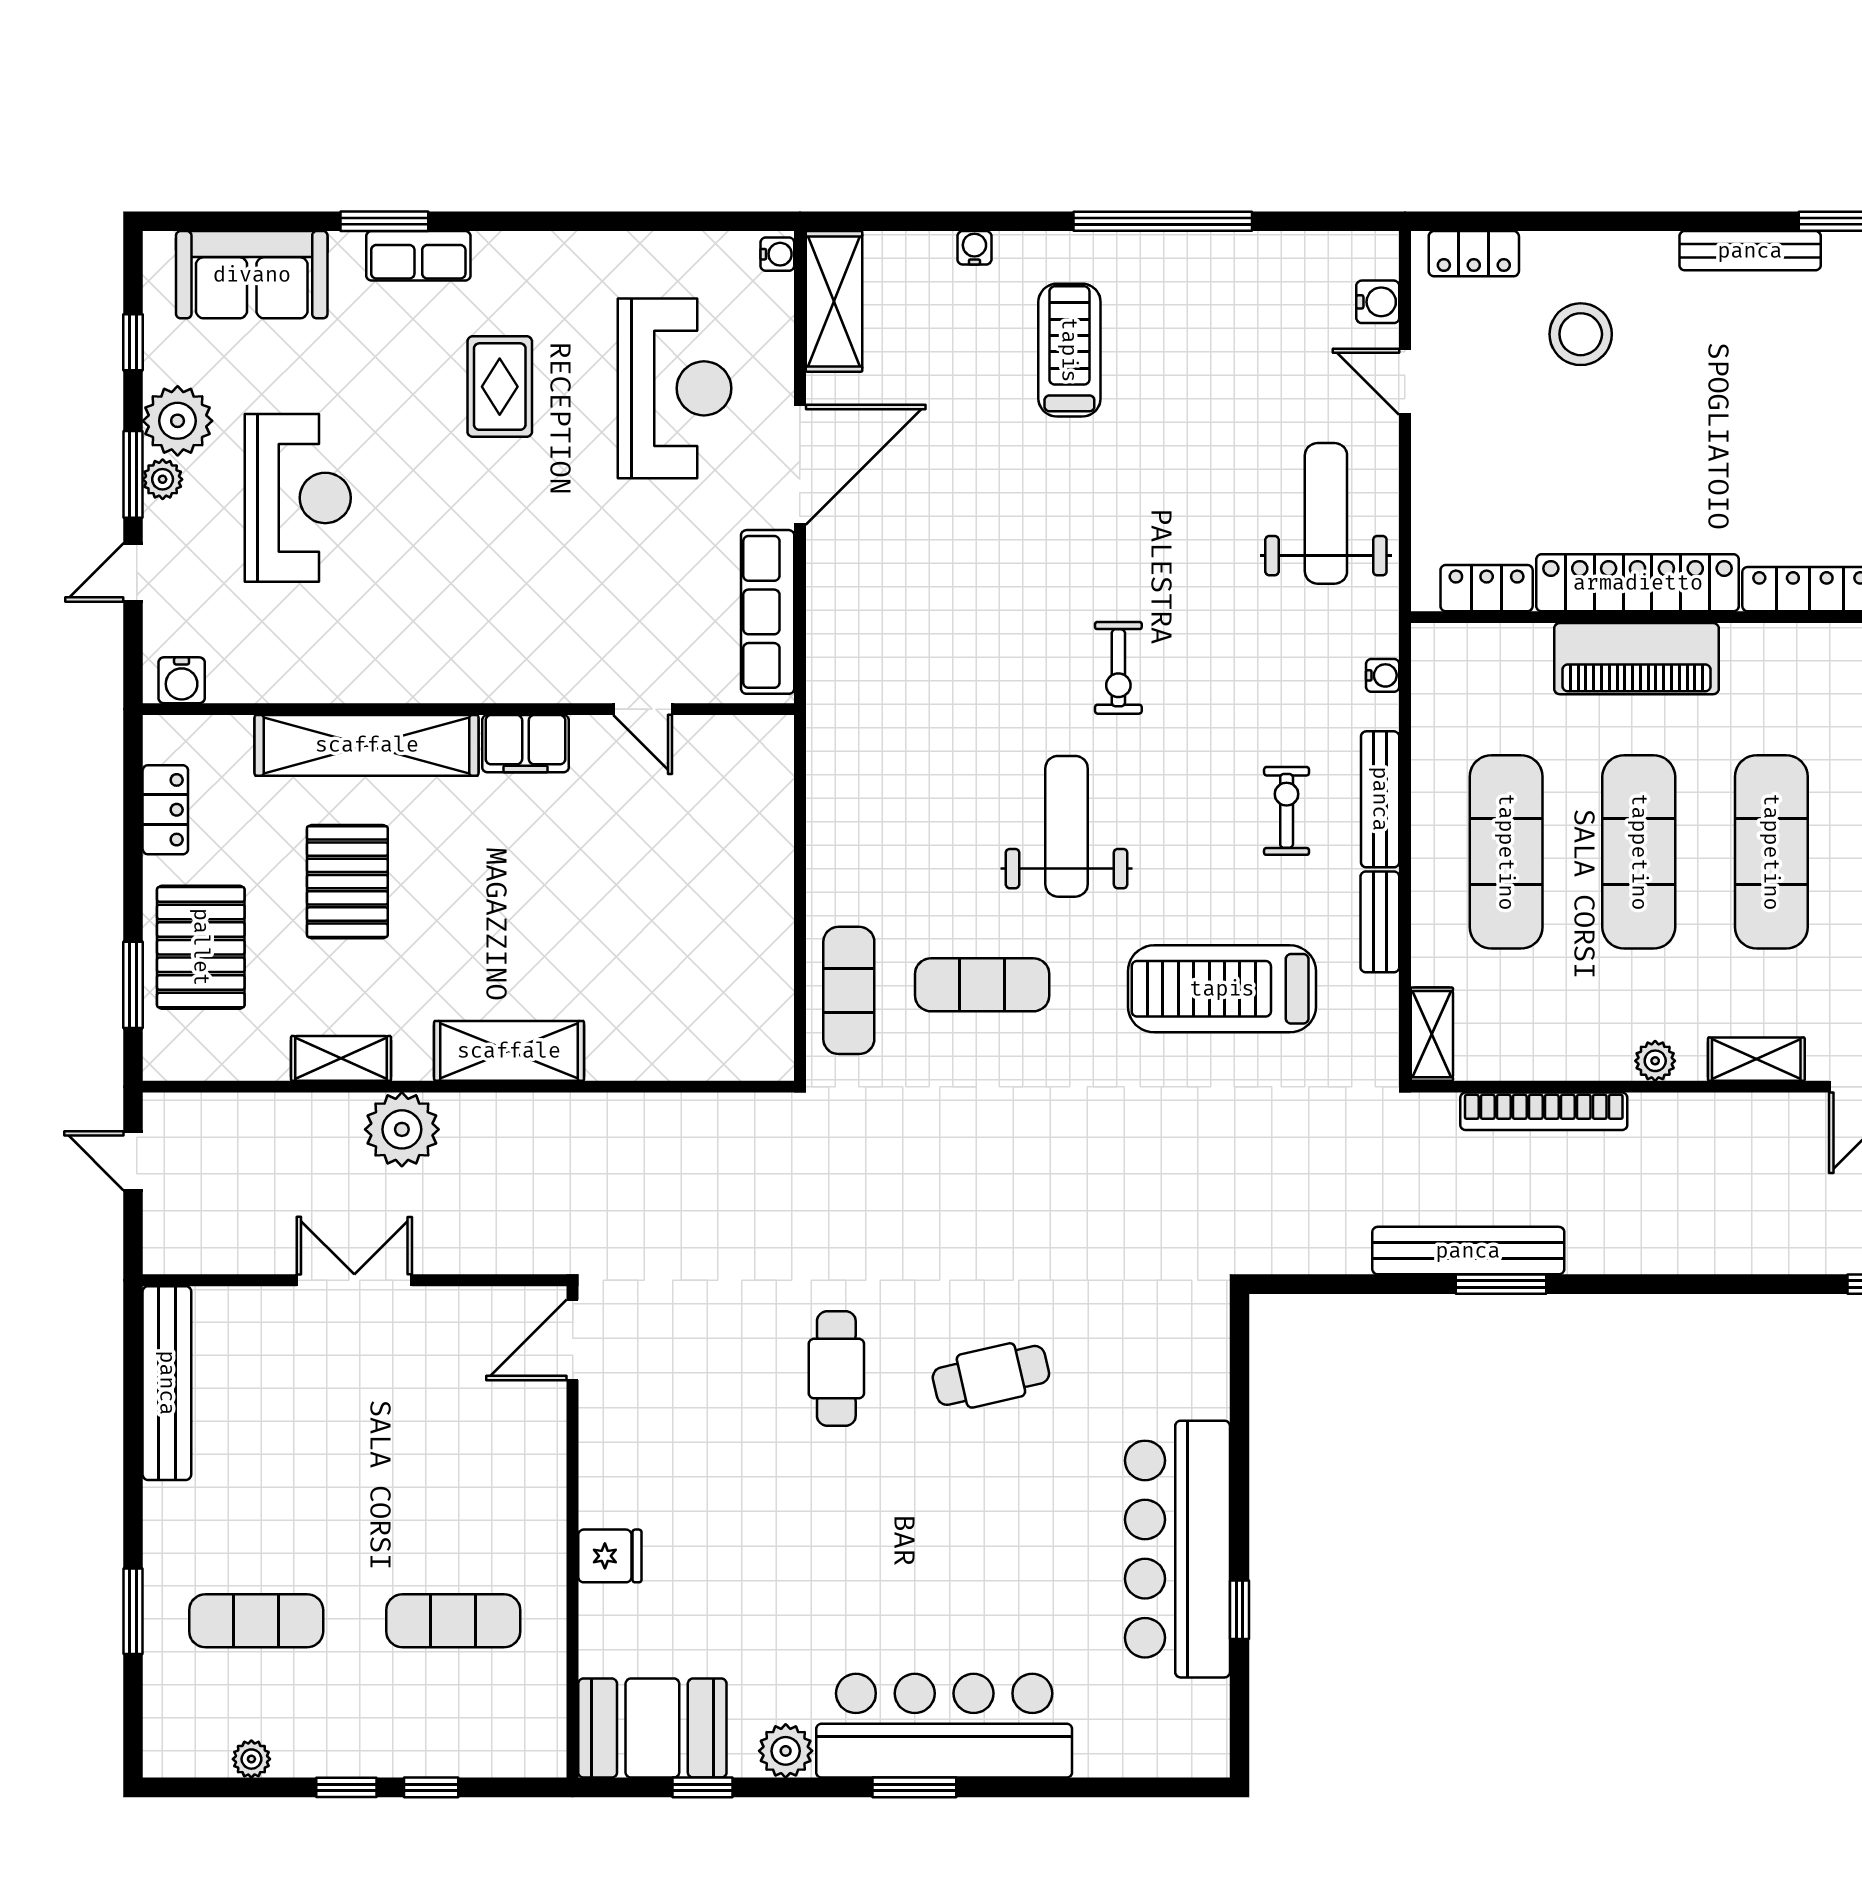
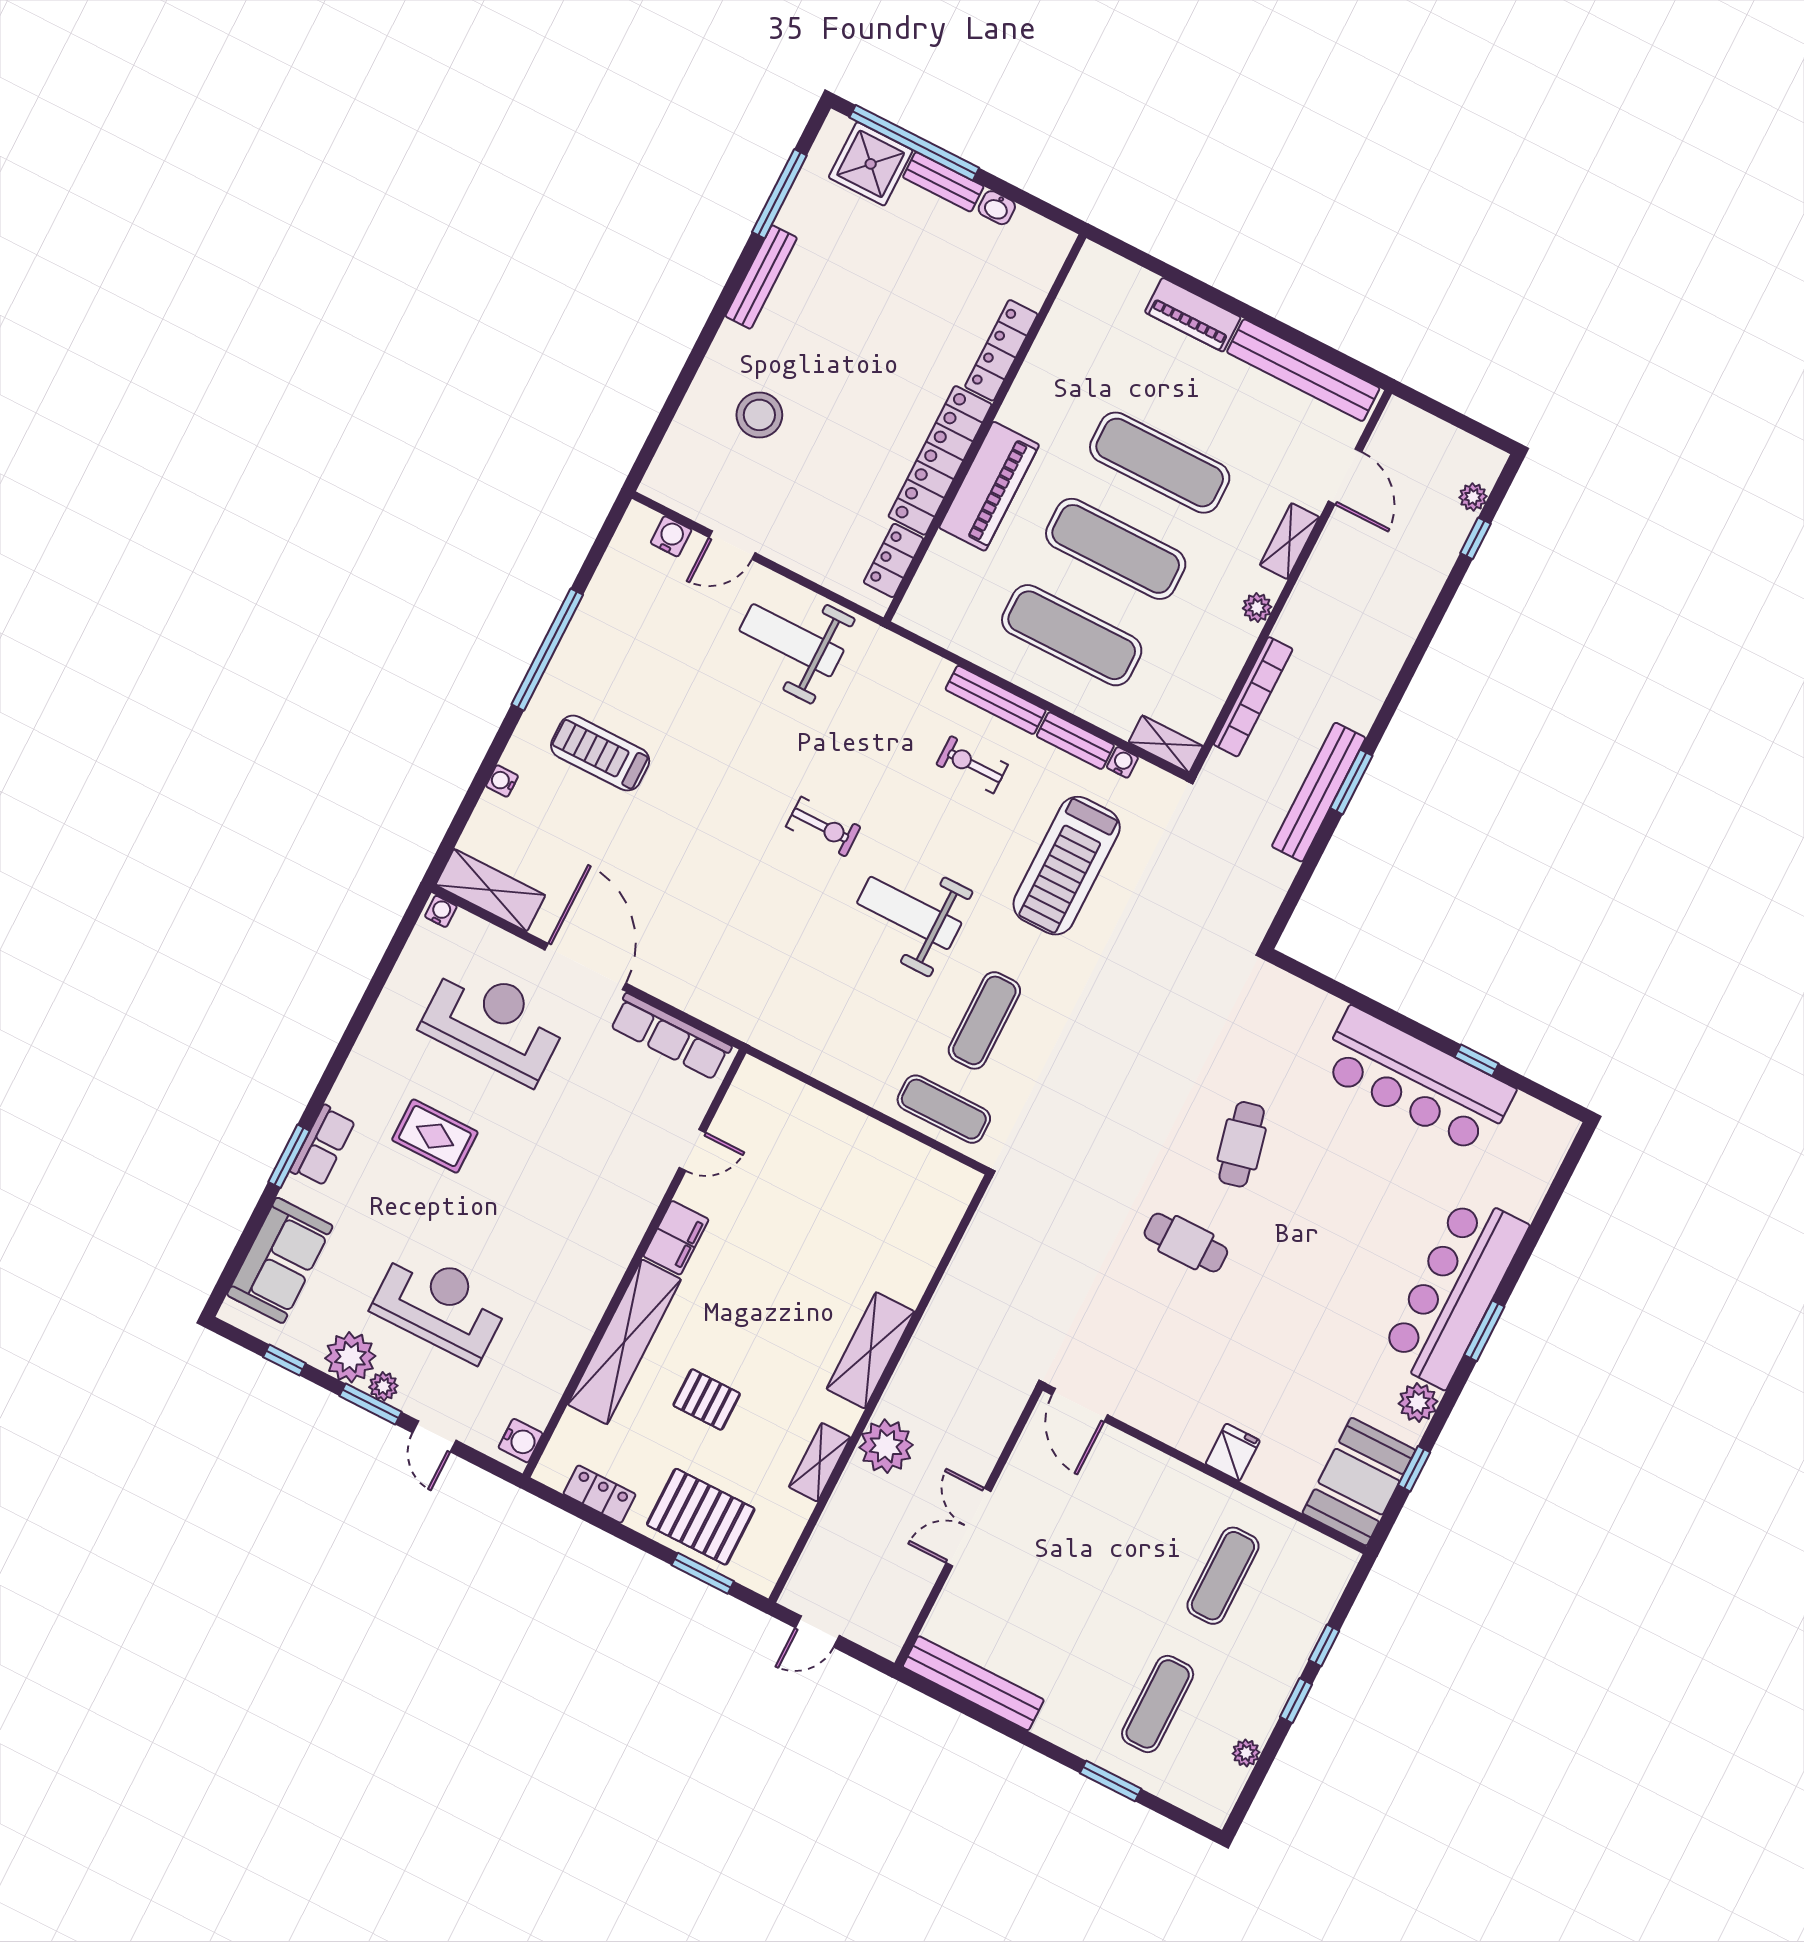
locker: (1474, 254) -> (671, 458), removed
water cooler: (1383, 675) -> (1122, 762), moved
pallet: (347, 882) -> (707, 1400), width x0.67, depth x0.71

